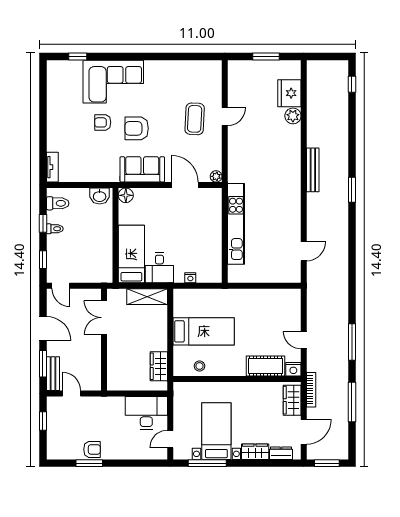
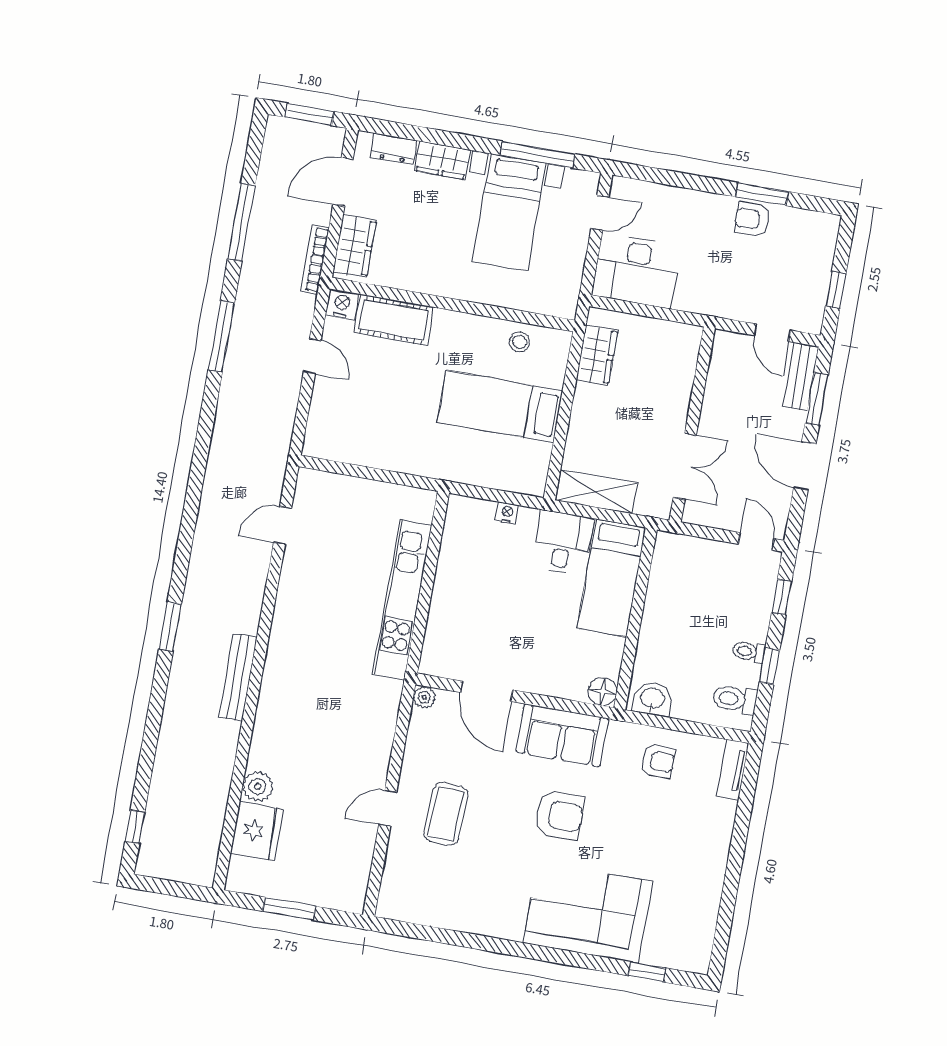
armchair: (103, 122) -> (658, 761), moved

